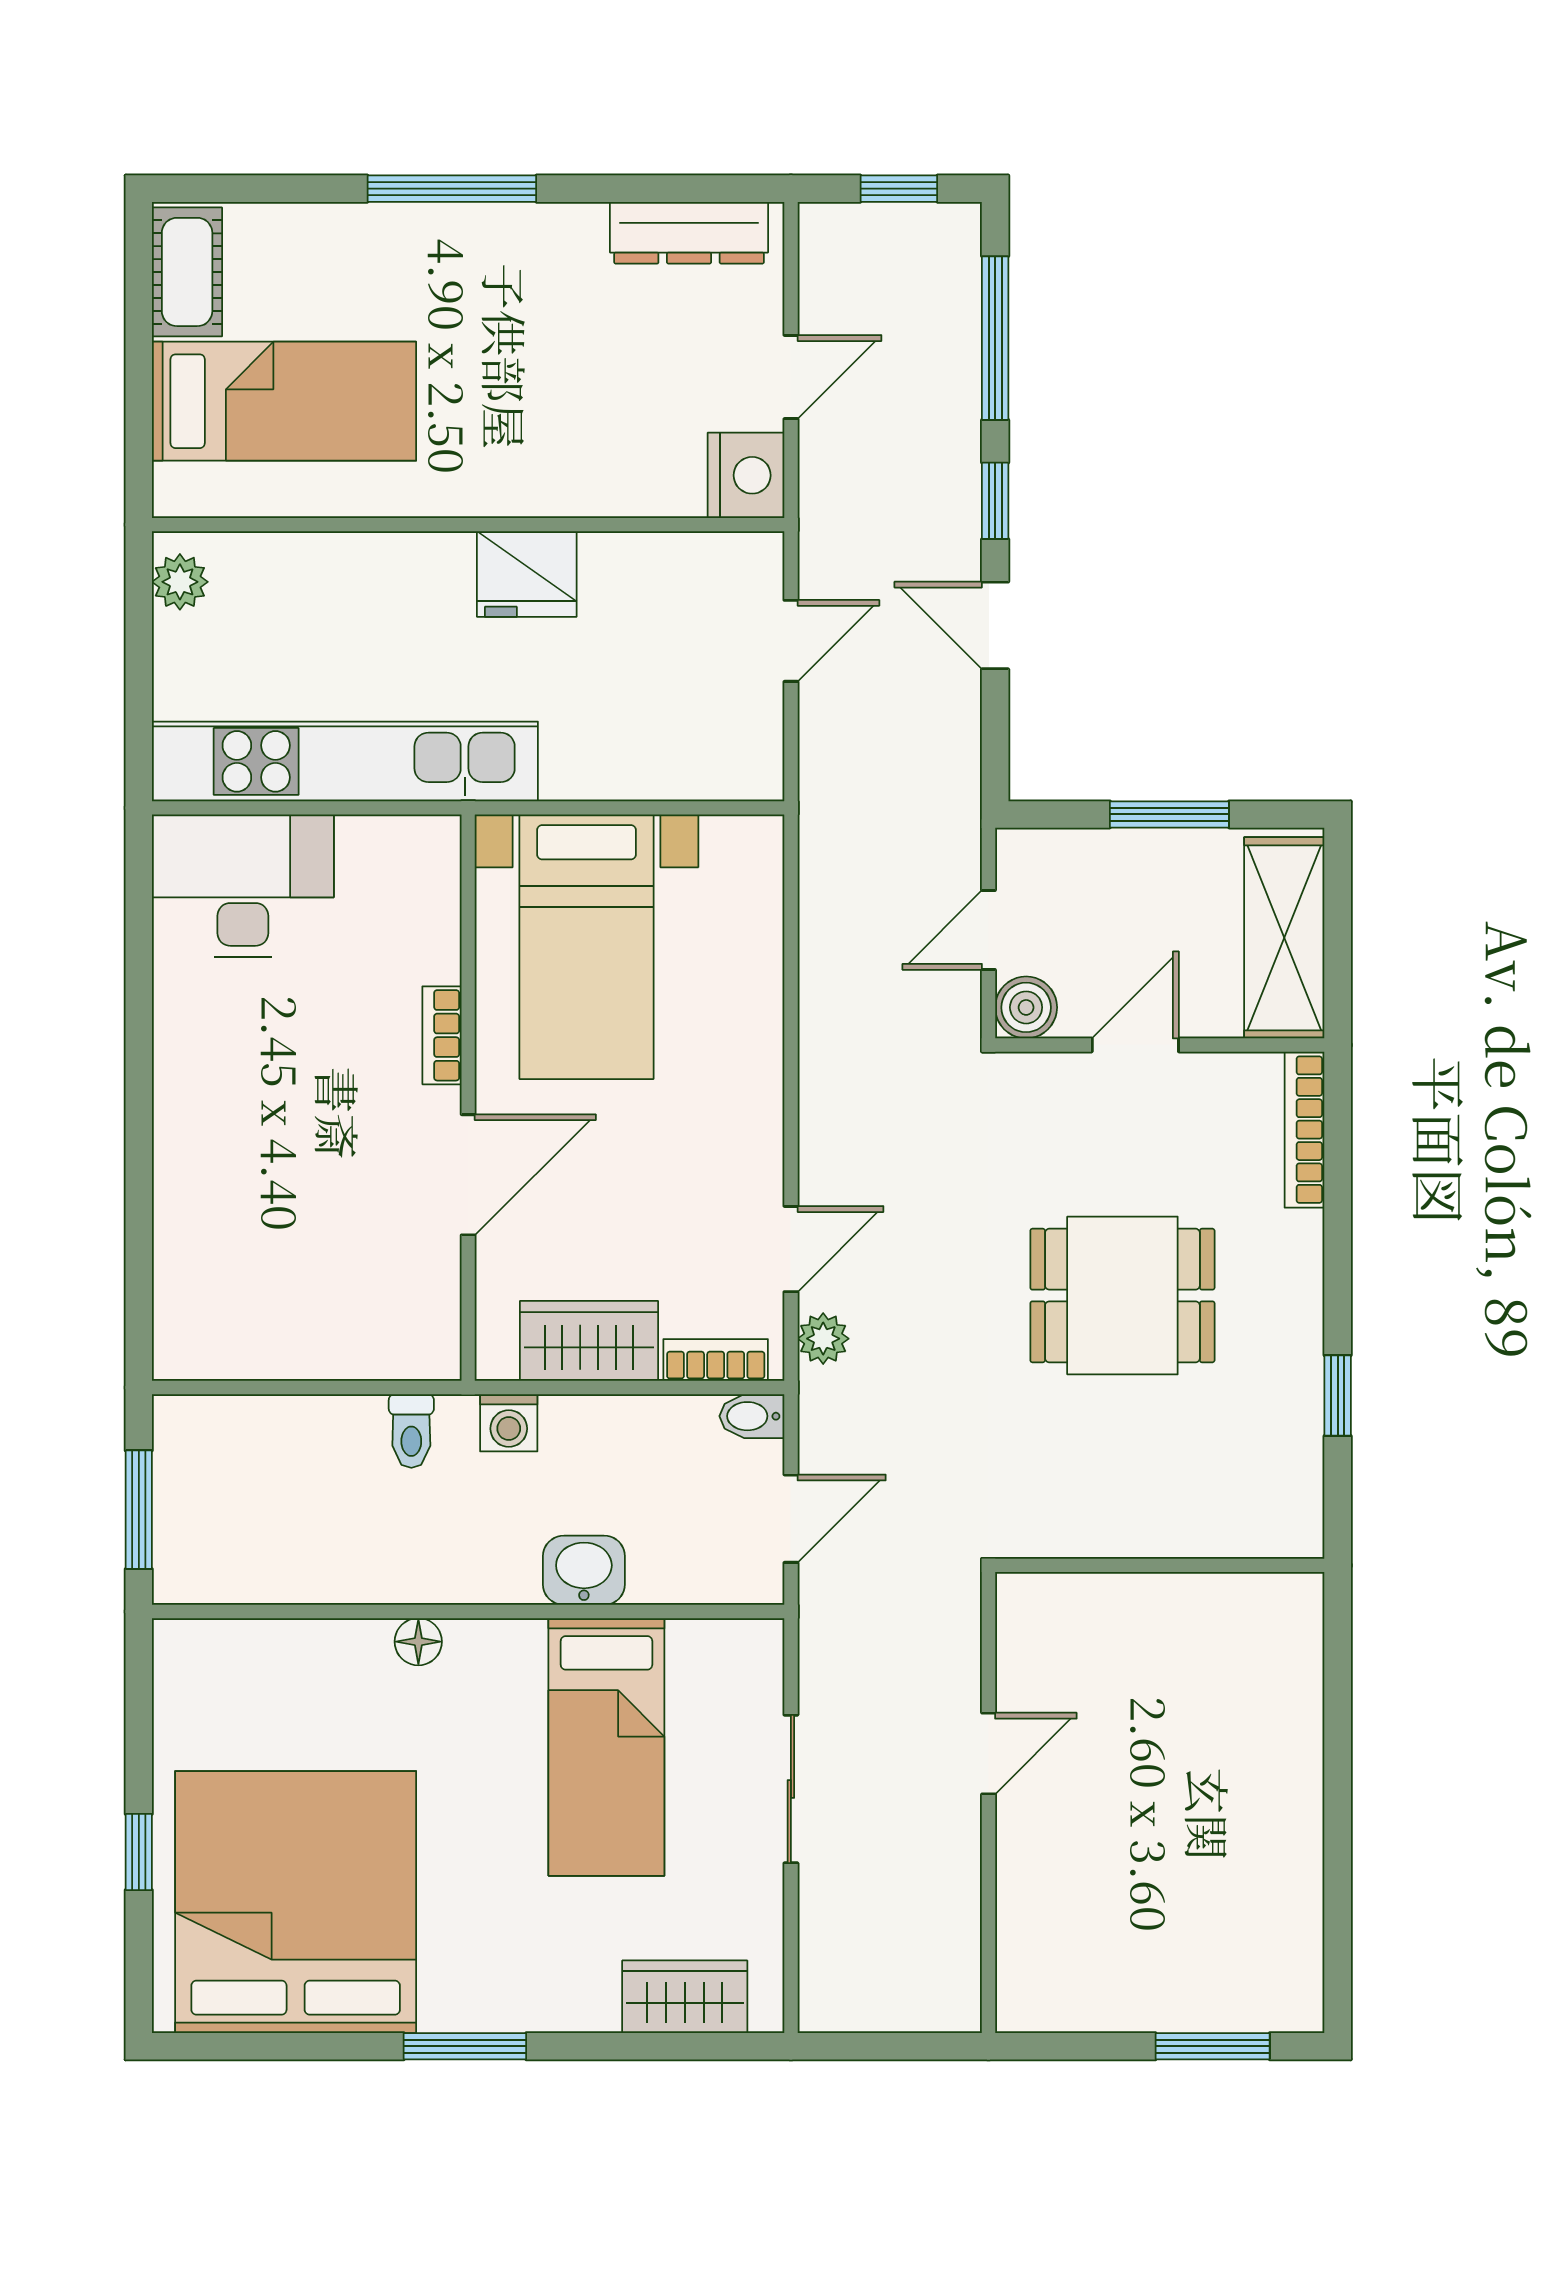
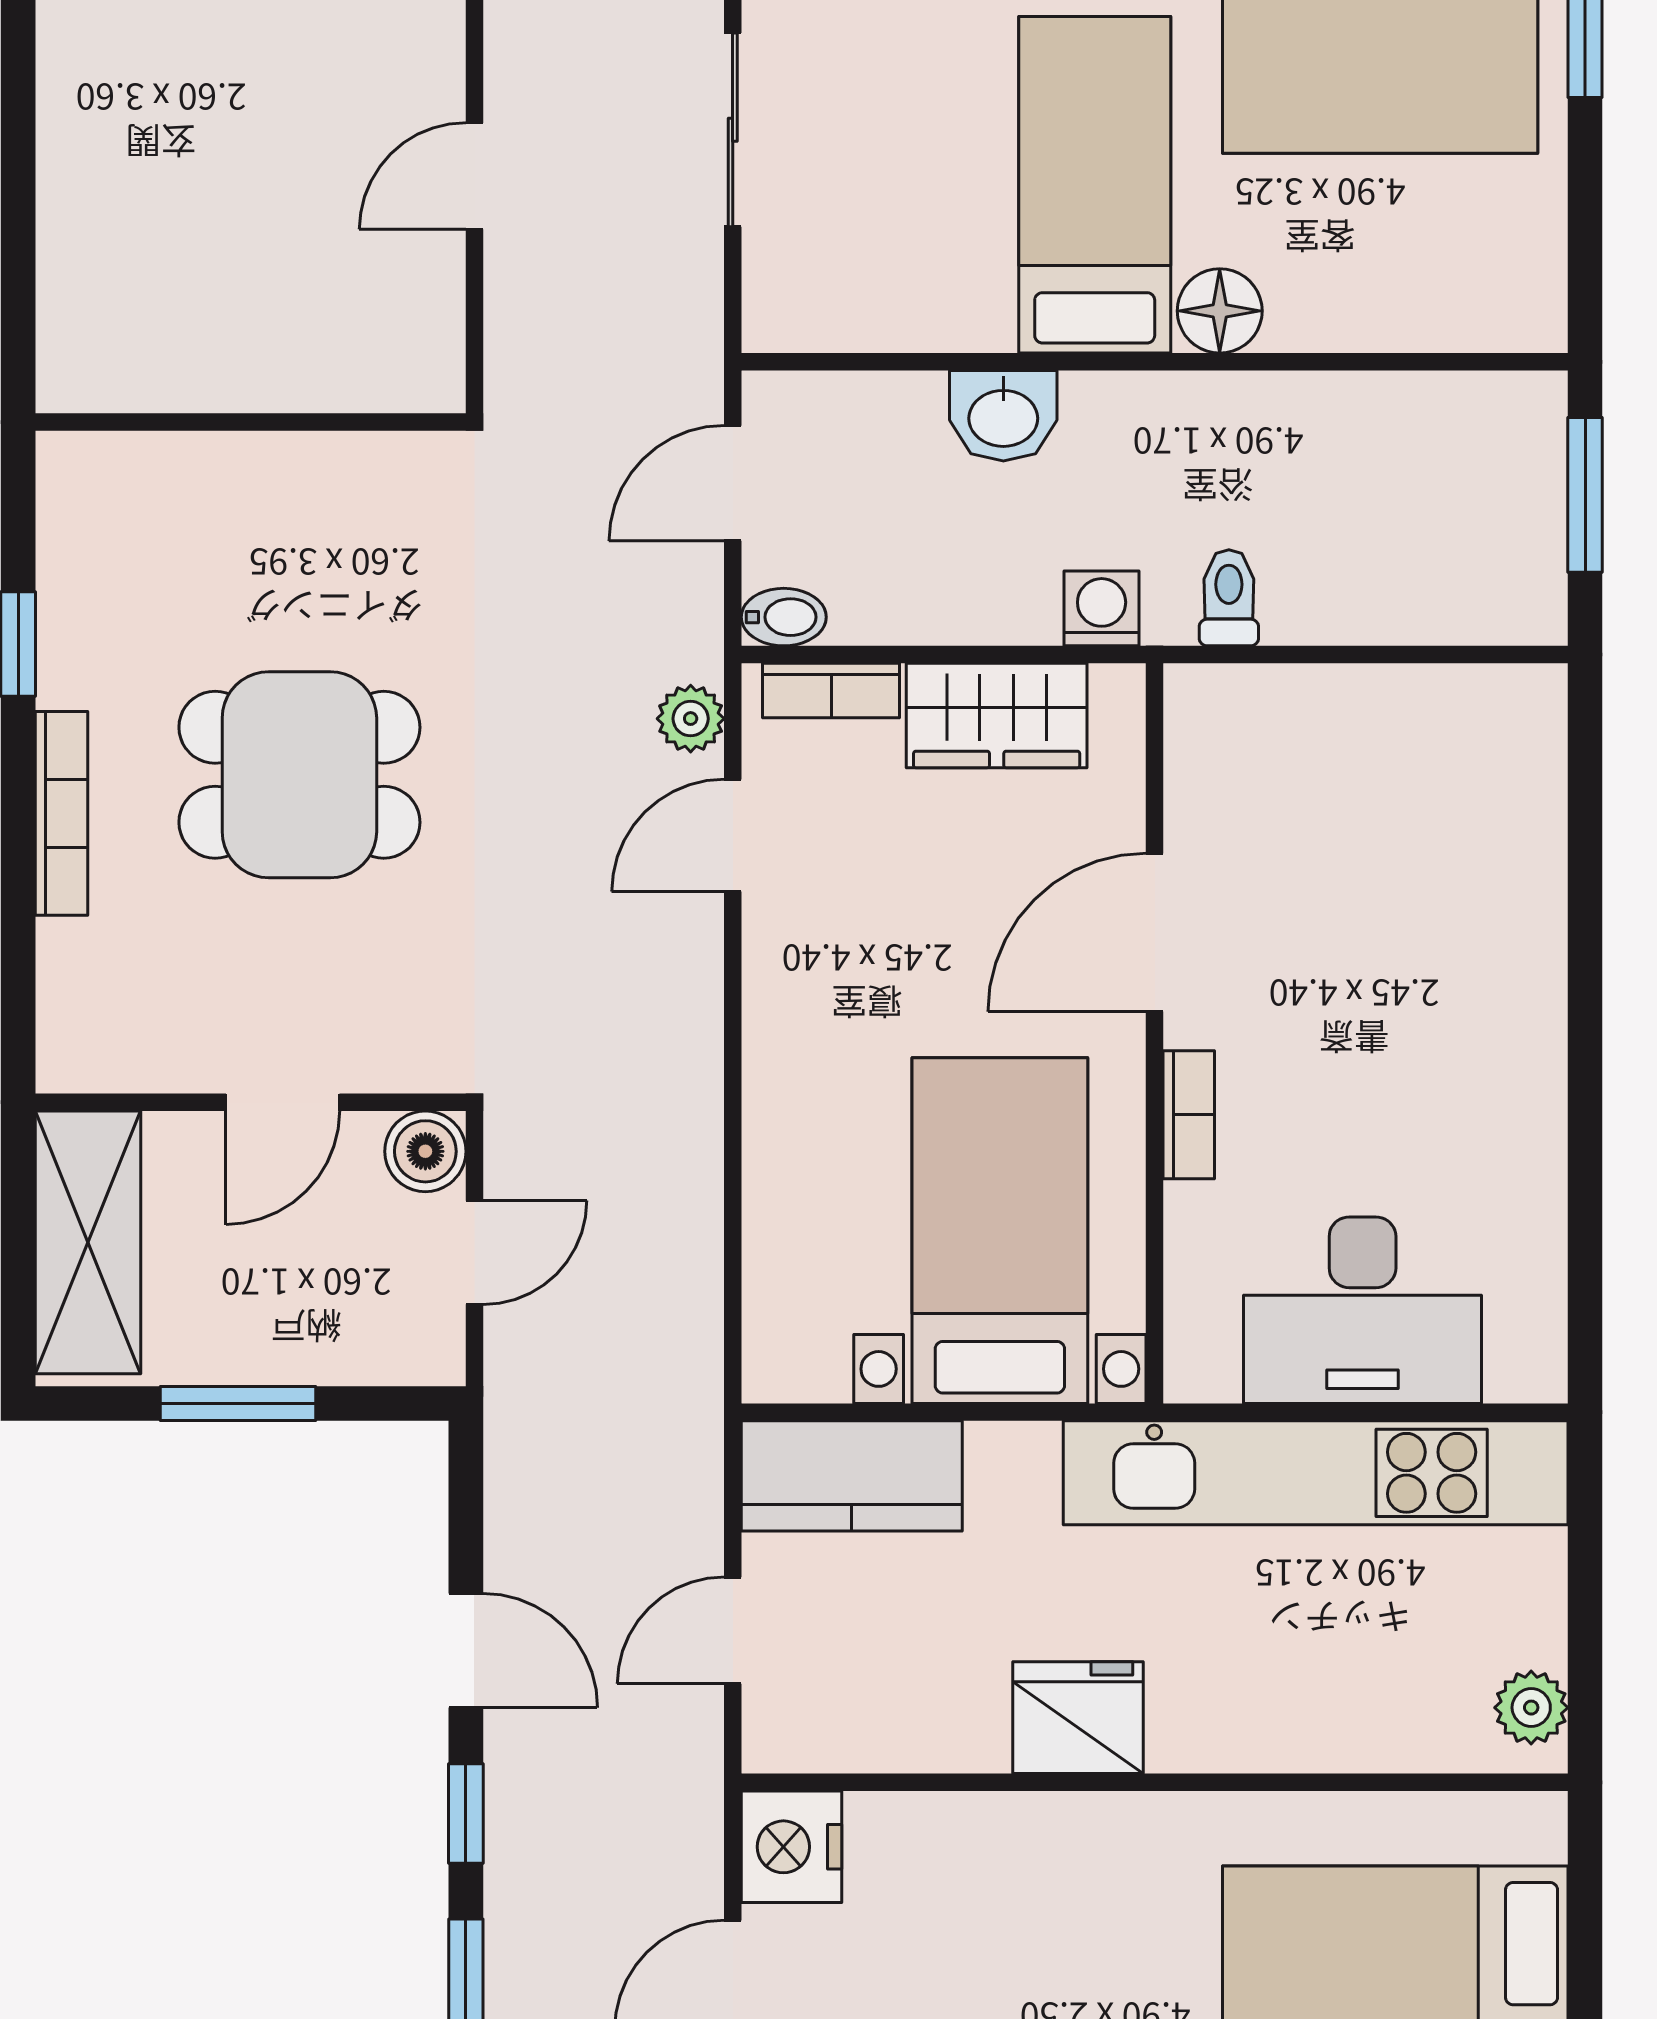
kitchen counter: (700, 759) -> (852, 1476), added
desk: (243, 886) -> (1363, 1310), moved
bookcase: (1304, 1130) -> (61, 813), moved
floor lamp: (418, 1642) -> (1220, 311), width x1.37, depth x1.37
bed: (606, 1747) -> (1095, 185), moved

